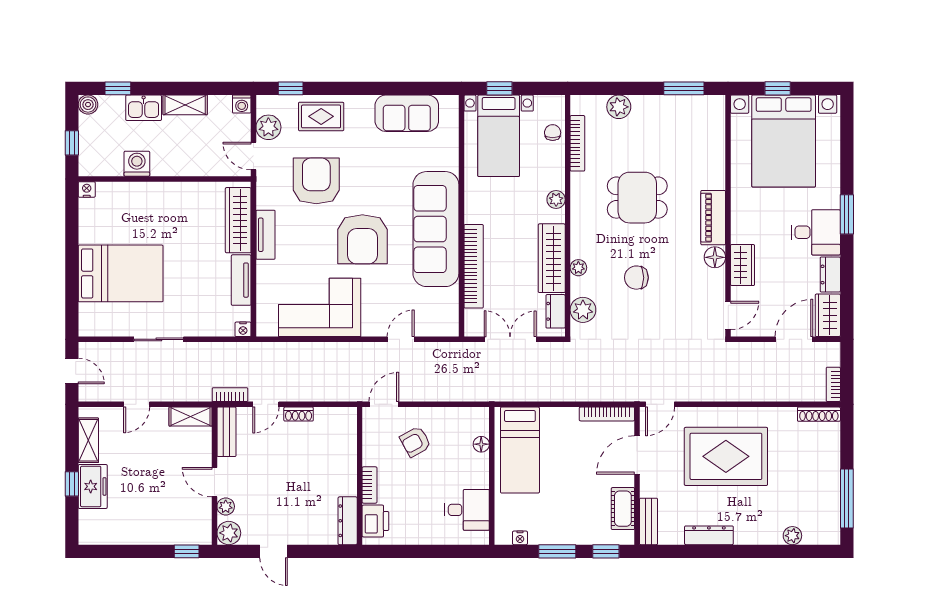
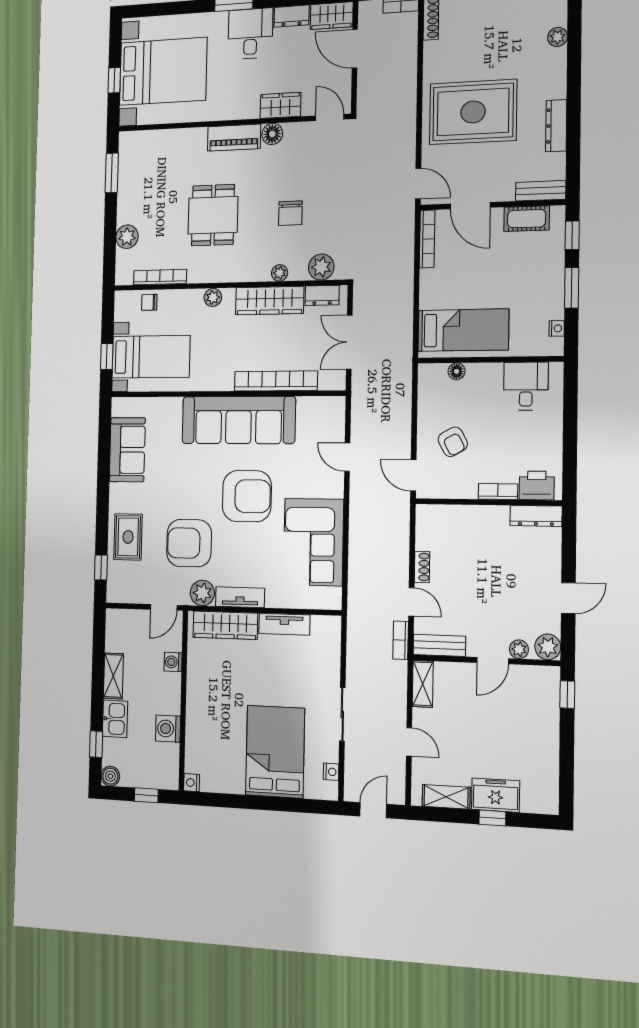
washing machine: (242, 104) -> (173, 662), moved, turned 180
plant: (268, 127) -> (202, 593), moved
nightstand: (243, 329) -> (331, 772), moved
rug: (726, 456) -> (473, 112), turned 90

